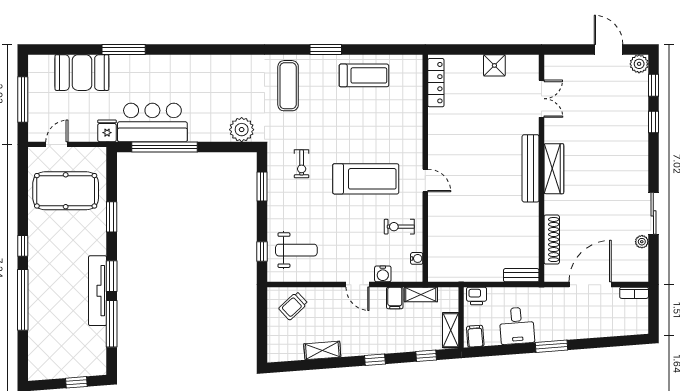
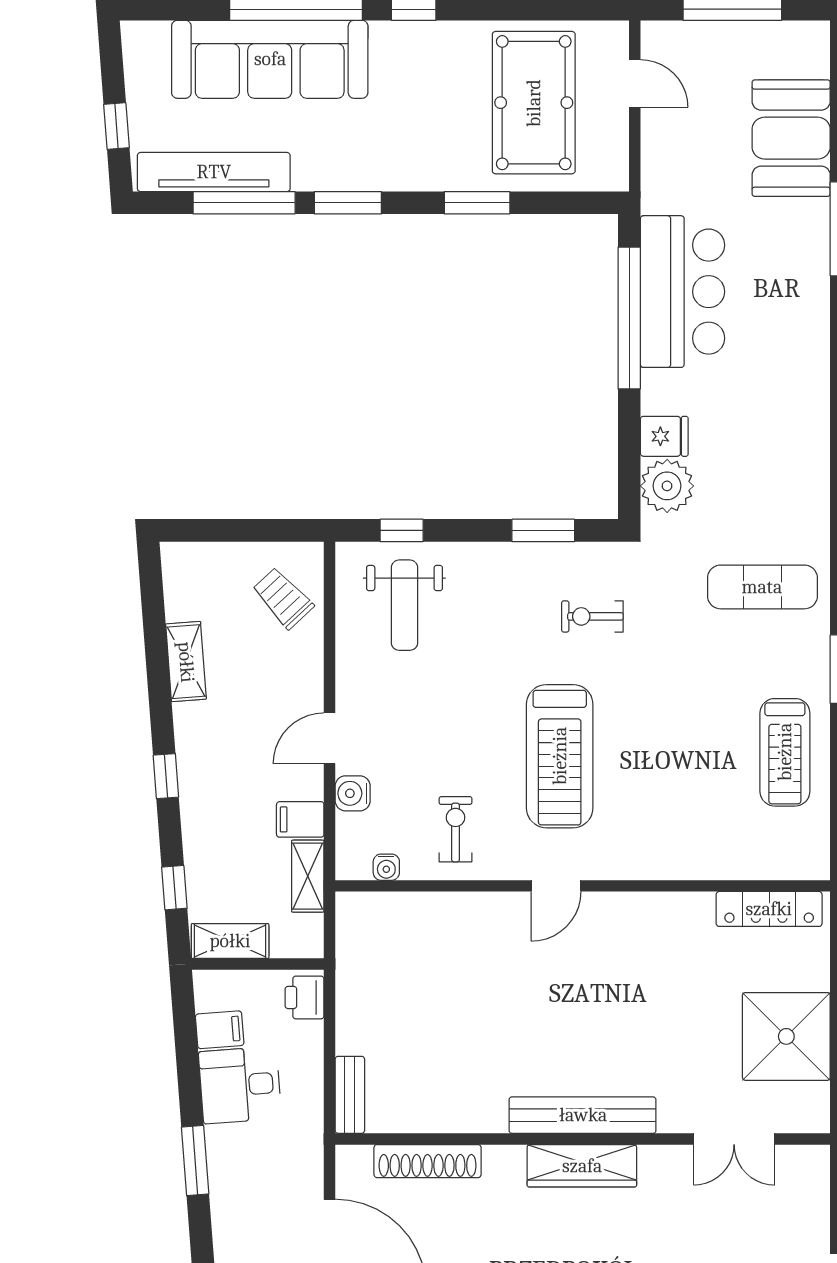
shower: (494, 65) -> (786, 1036), width x1.86, depth x1.86
fridge: (107, 131) -> (664, 436), moved
tv unit: (98, 291) -> (214, 172), moved
sofa: (46, 312) -> (270, 59), added
filing cabinet: (475, 336) -> (220, 1030), moved

